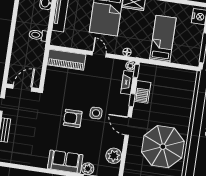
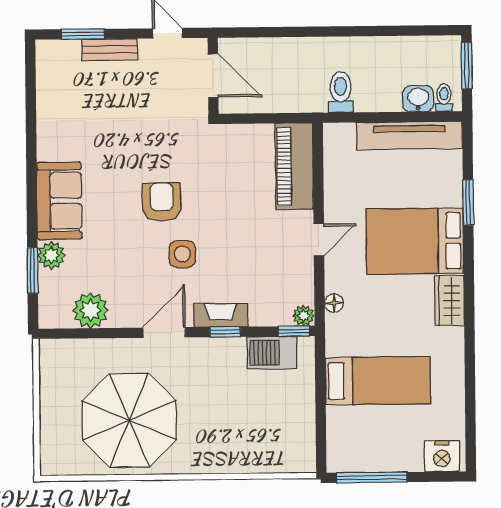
fireplace: (127, 83) -> (221, 315), moved
barbecue: (142, 92) -> (272, 353), moved

